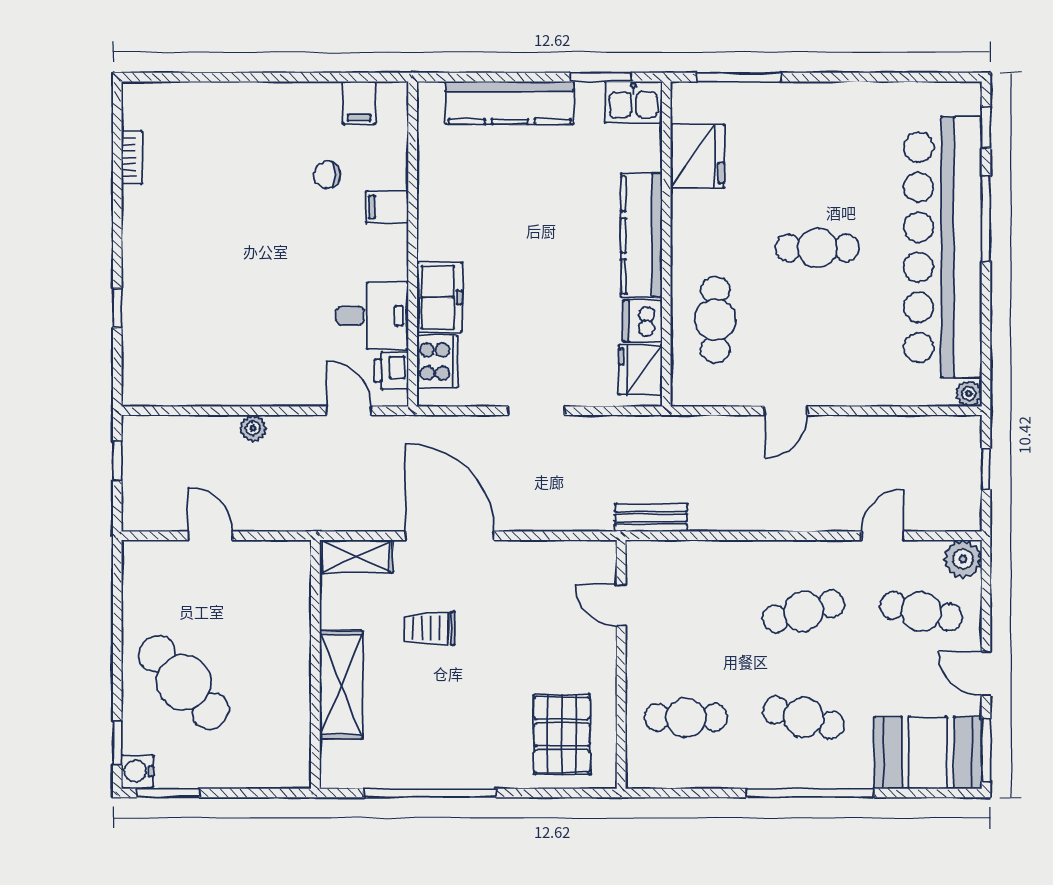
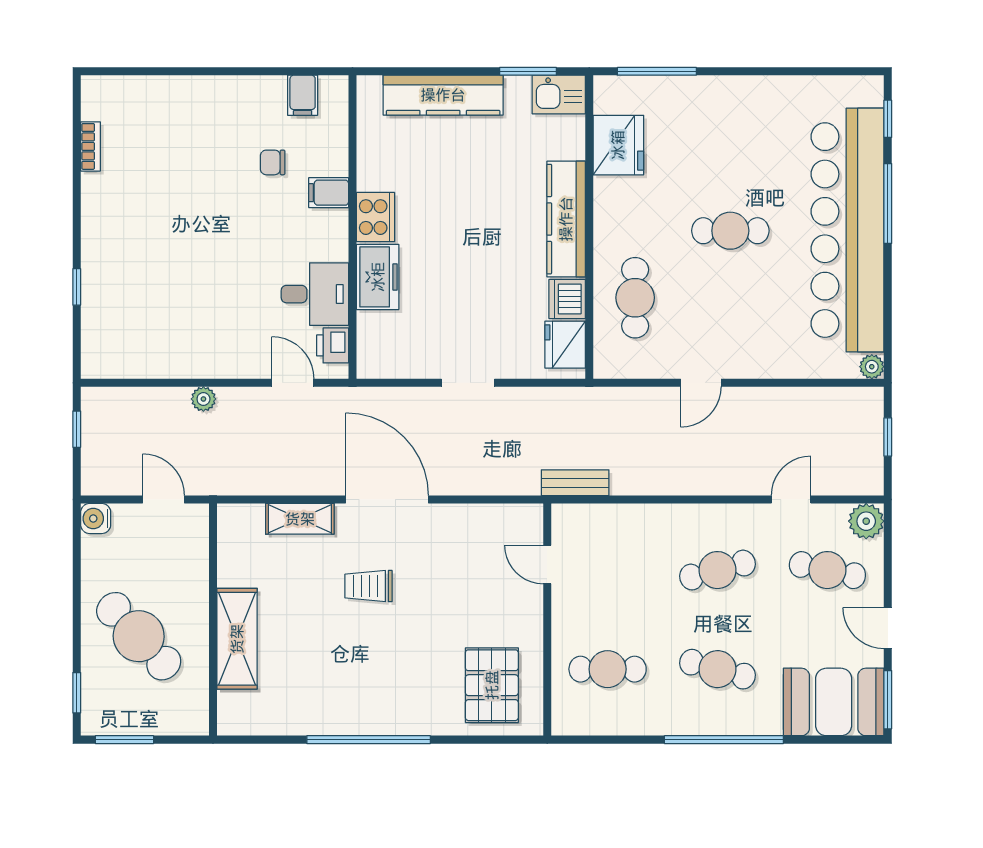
cooker: (437, 362) -> (375, 217), moved
wall: (315, 664) -> (213, 620), moved
shelving: (341, 685) -> (237, 639), moved
water cooler: (138, 771) -> (96, 518), moved

